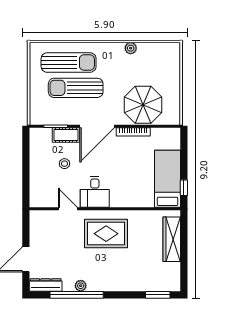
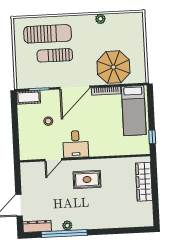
sun lounger: (76, 88) -> (55, 55), width x0.73, depth x0.75
cot: (66, 135) -> (28, 97), moved
bed: (168, 179) -> (134, 111), moved, turned 180
door: (68, 209) -> (53, 160), swing flipped
rug: (106, 234) -> (87, 180), width x0.73, depth x0.70
window: (158, 295) -> (134, 230), removed

